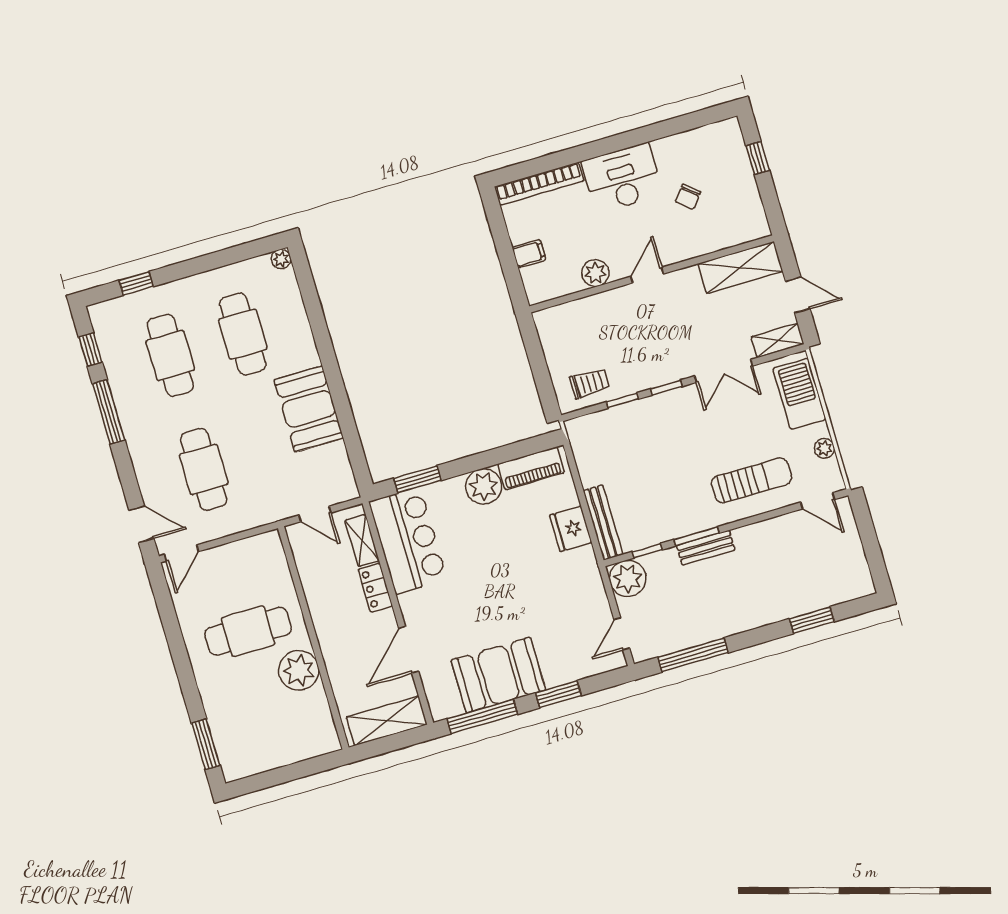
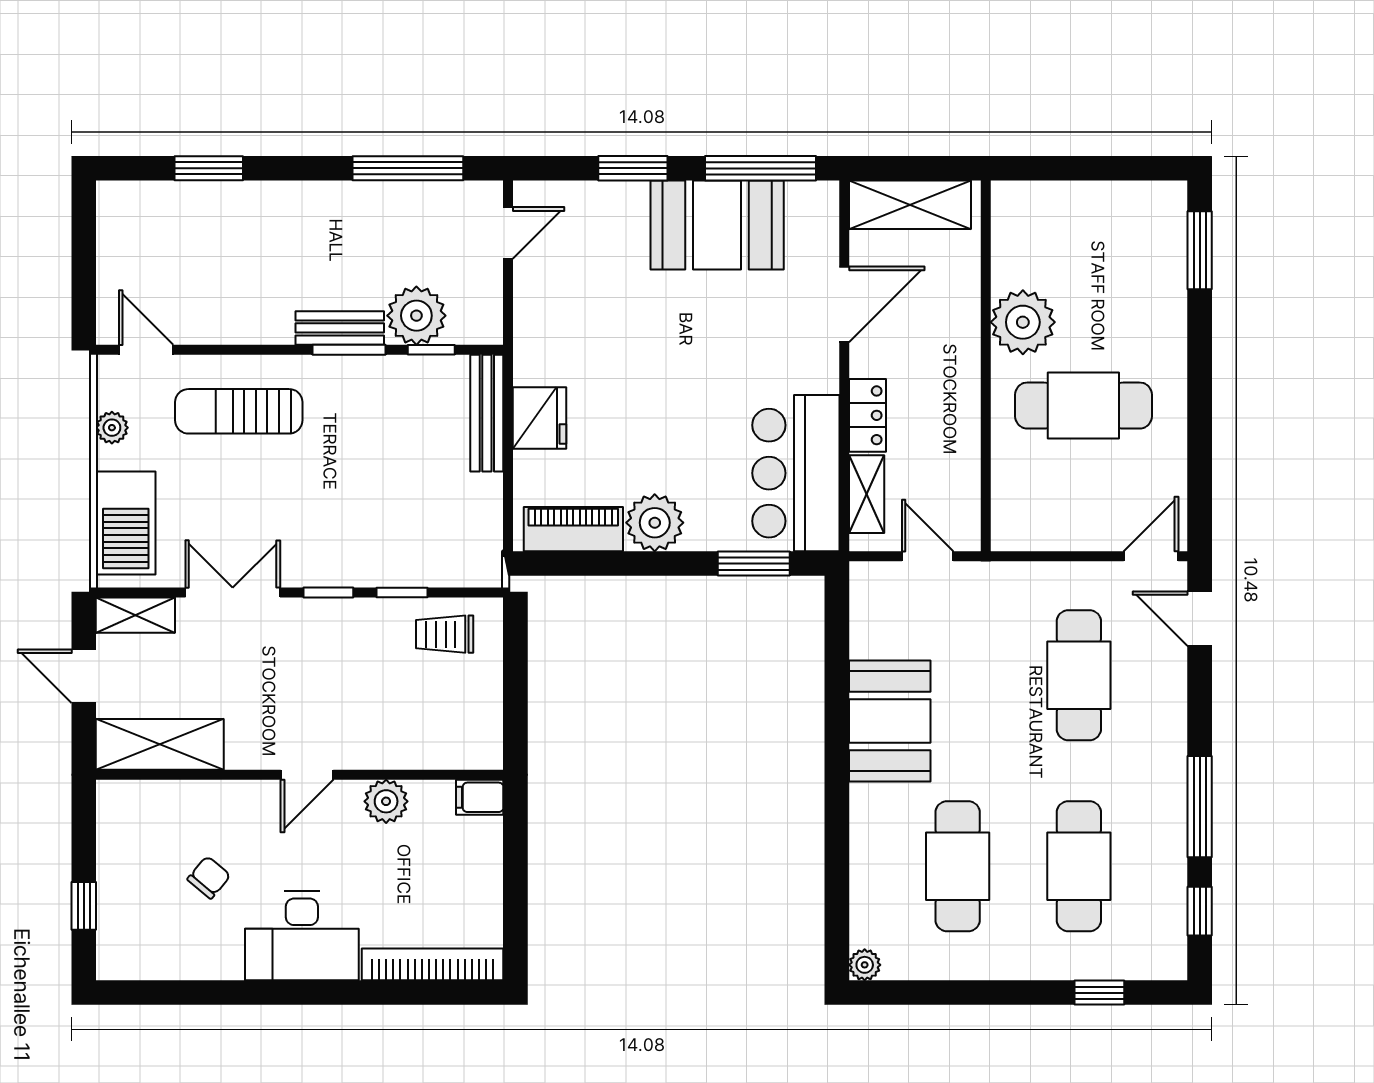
filing cabinet: (529, 254) -> (480, 797), moved
plant: (628, 579) -> (416, 316), moved

